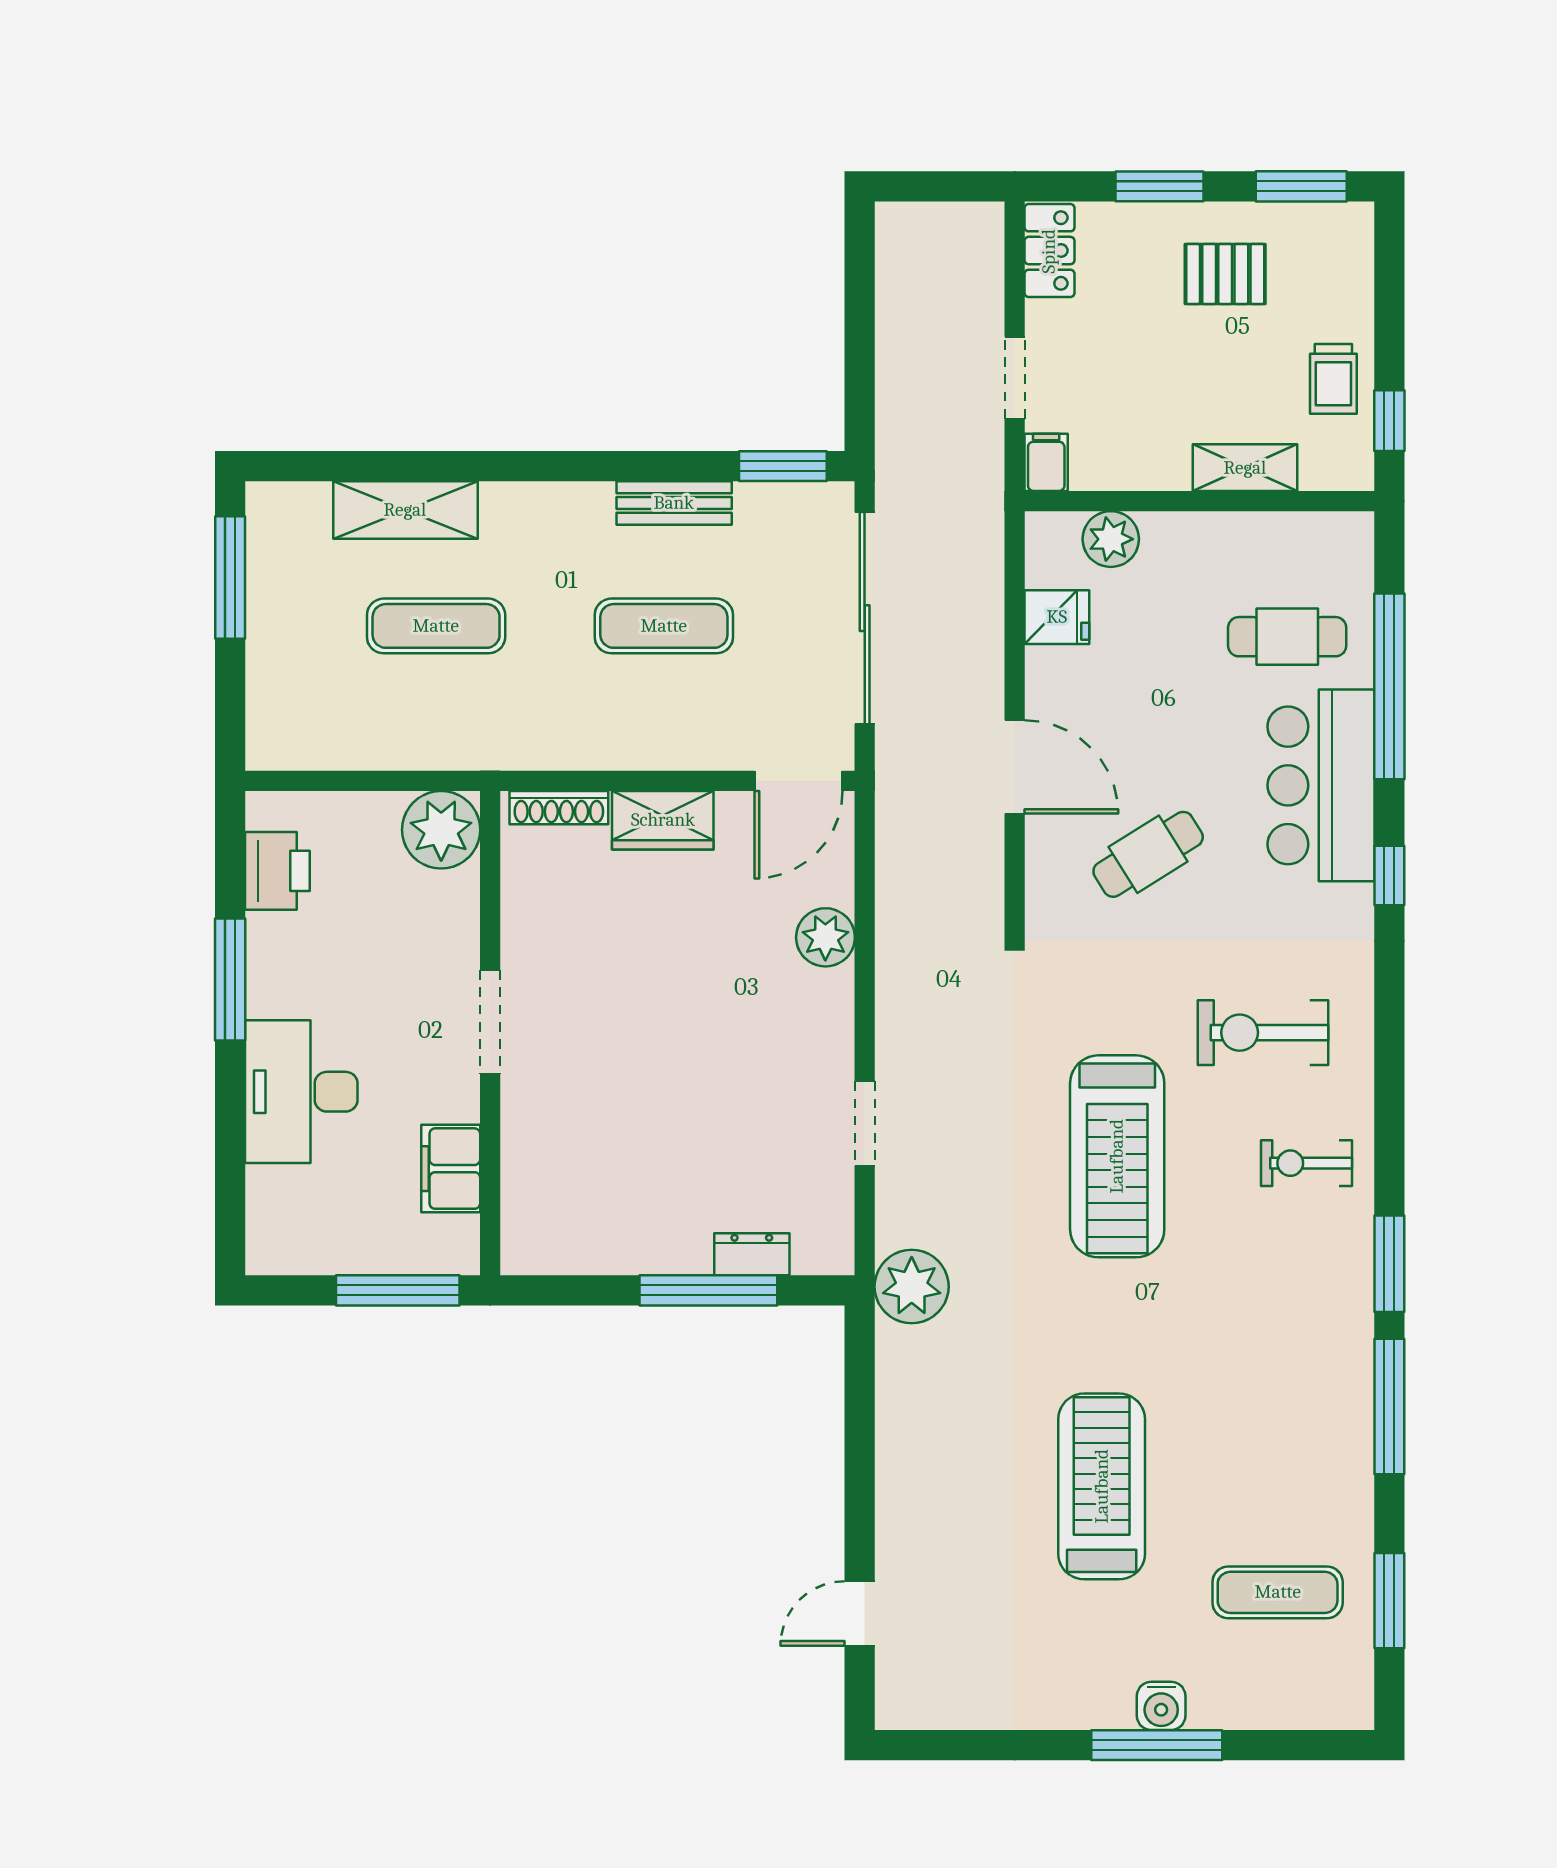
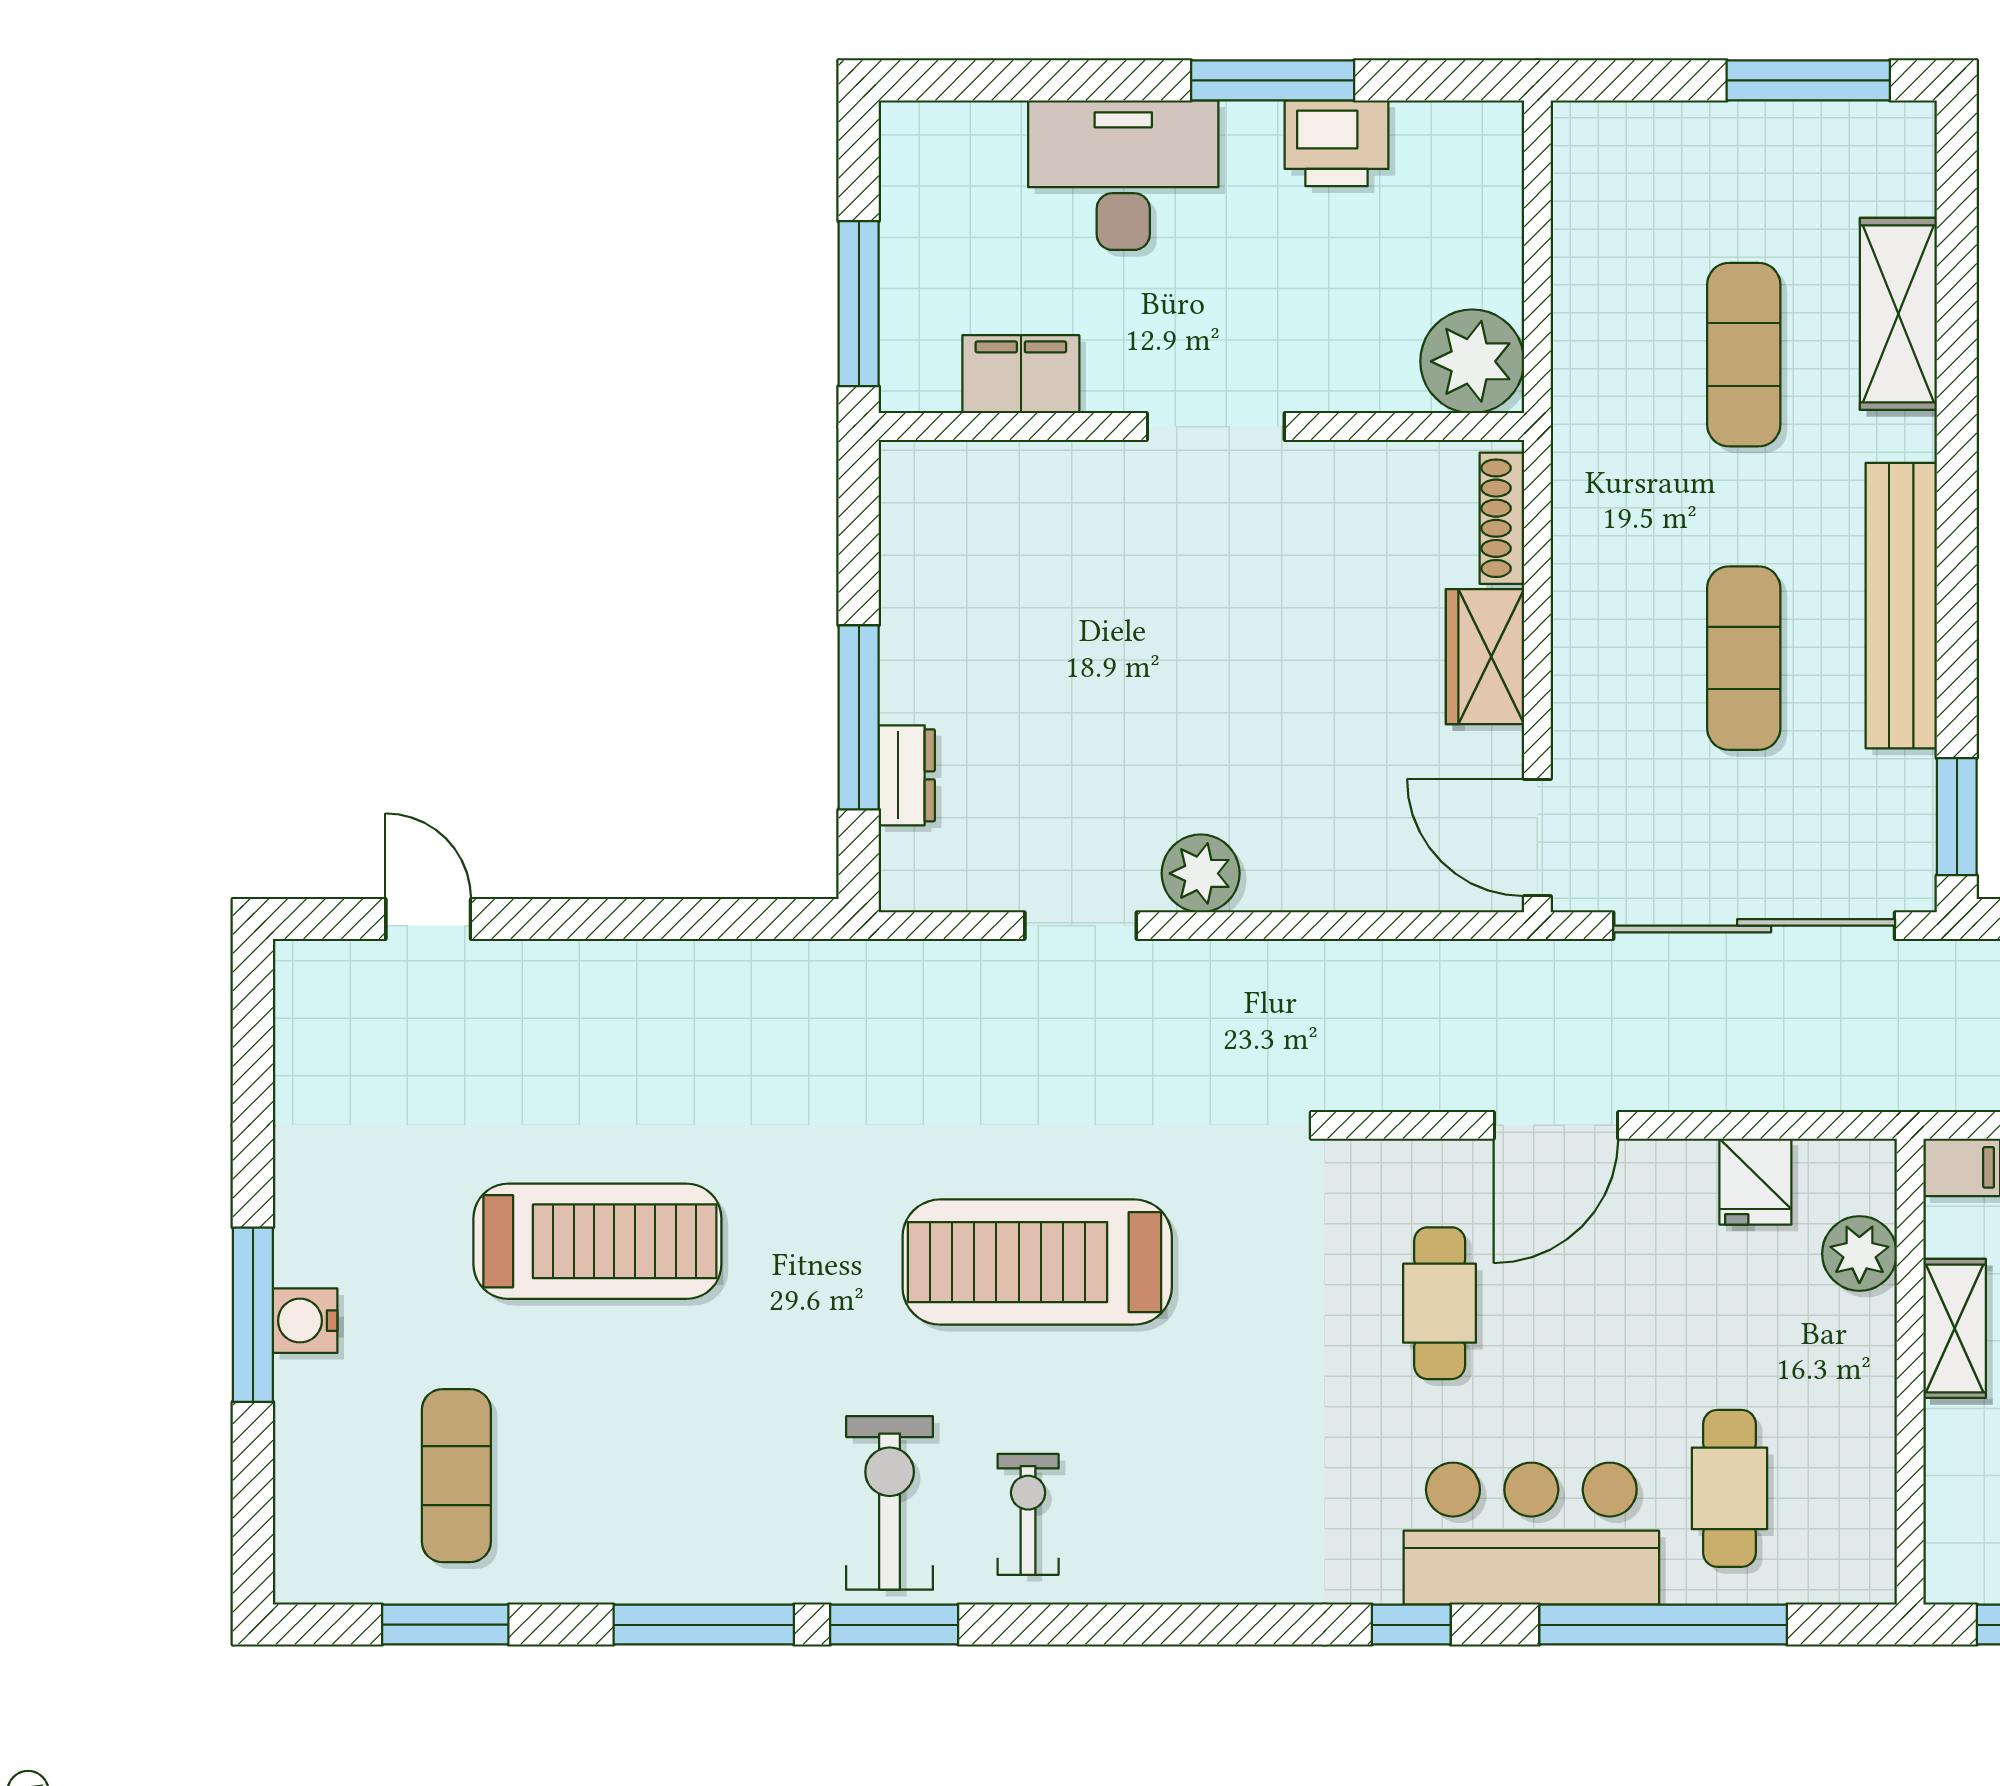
shelving: (1245, 468) -> (1955, 1328), moved
bench: (674, 503) -> (1901, 606), width x1.86, depth x1.21
cafe table: (1148, 854) -> (1440, 1303), turned 32
printer: (277, 871) -> (1337, 143), moved
plant: (825, 937) -> (1201, 873), moved
exercise bike: (1263, 1033) -> (890, 1503), moved
plant: (912, 1287) -> (864, 988), removed

